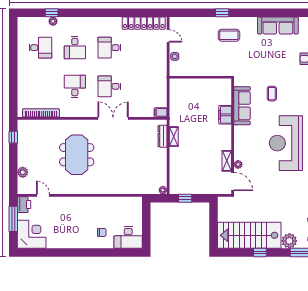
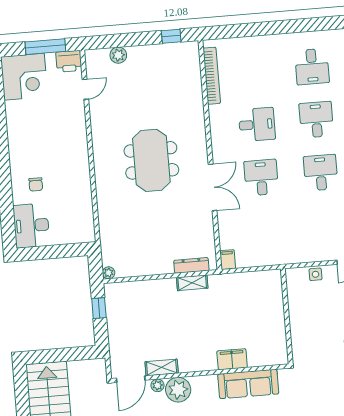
desk: (75, 48) -> (316, 120), turned 90
plant: (242, 151) -> (178, 390), added
meeting table: (77, 155) -> (151, 160), moved, turned 90

